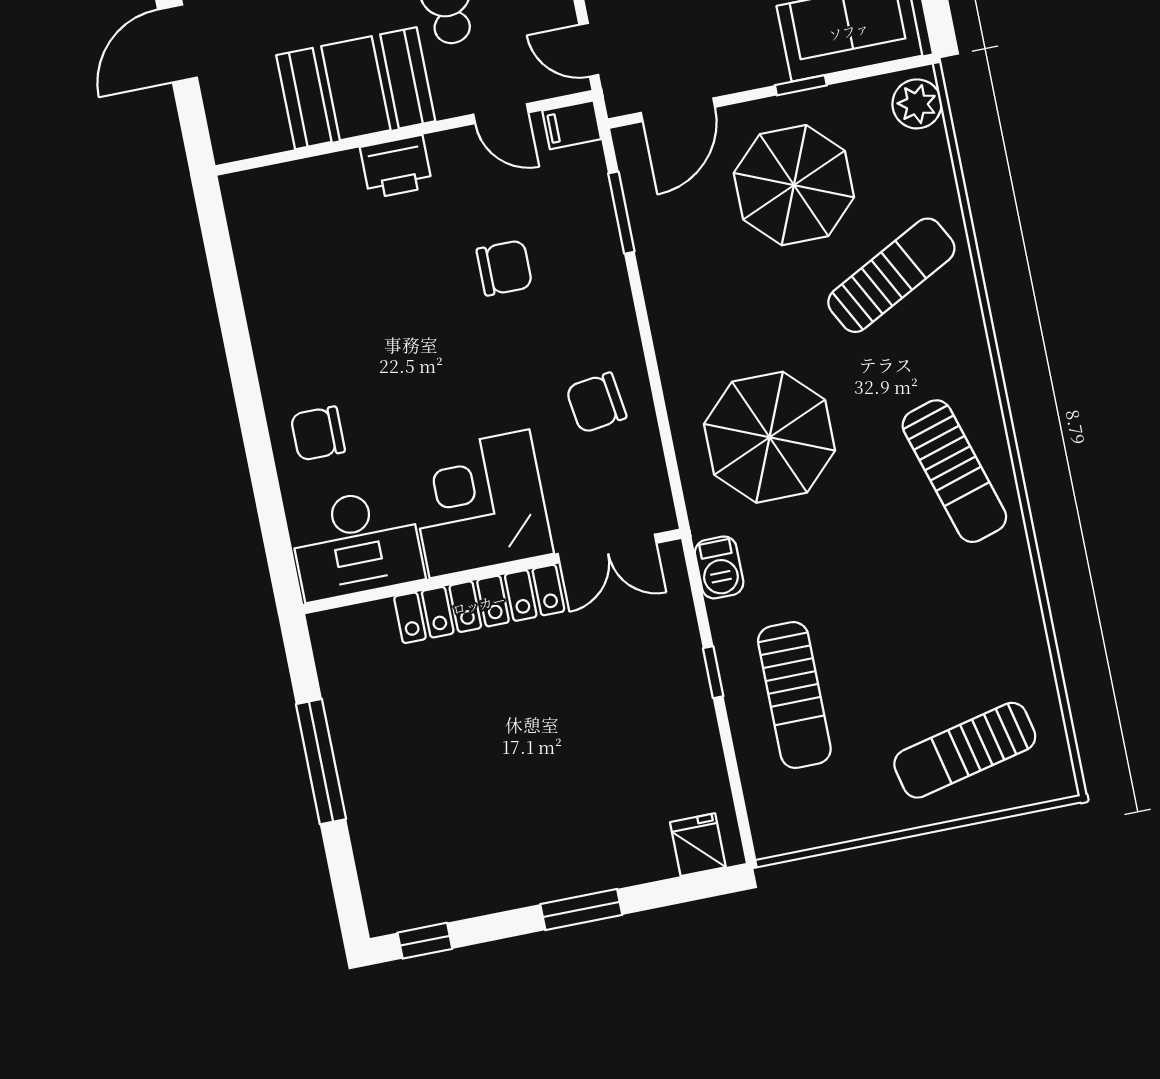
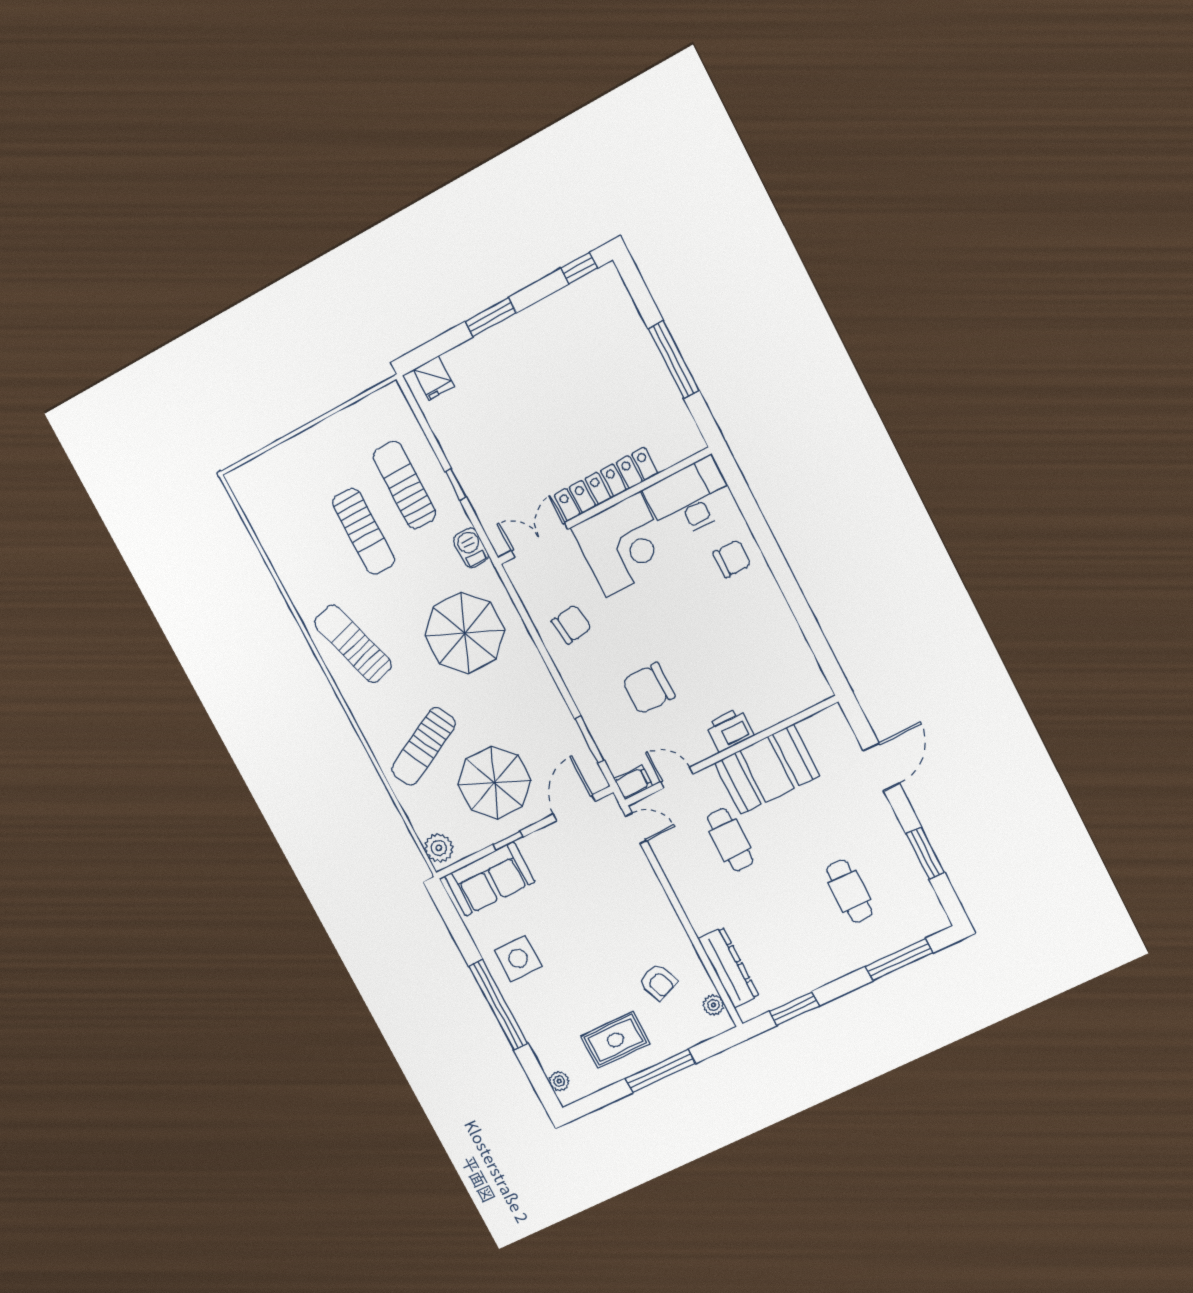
chair: (504, 268) -> (649, 688), width x1.37, depth x1.37
sun lounger: (965, 750) -> (363, 531), moved, turned 103

